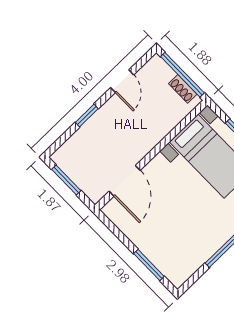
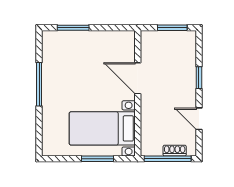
shoe rack: (183, 89) -> (175, 151), moved
door: (125, 181) -> (138, 78), moved

